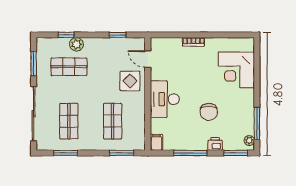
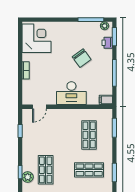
plant: (76, 44) -> (28, 177), moved
corner desk: (236, 70) -> (37, 38), moved, turned -90
display table: (130, 81) -> (57, 121), removed
chair: (209, 112) -> (82, 58), turned 54
shop shelf: (113, 121) -> (89, 135), turned 90
printer: (215, 144) -> (107, 43), moved

